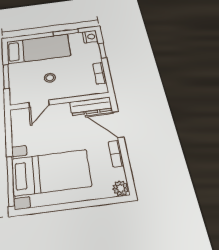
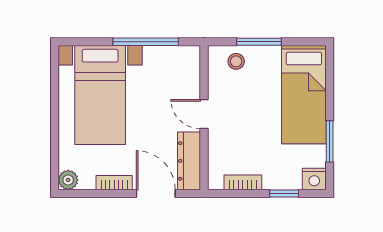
stool: (50, 78) -> (236, 61), moved
door: (39, 104) -> (204, 114), moved
door: (118, 124) -> (156, 193), hinge flipped
window: (10, 181) -> (146, 42), moved

